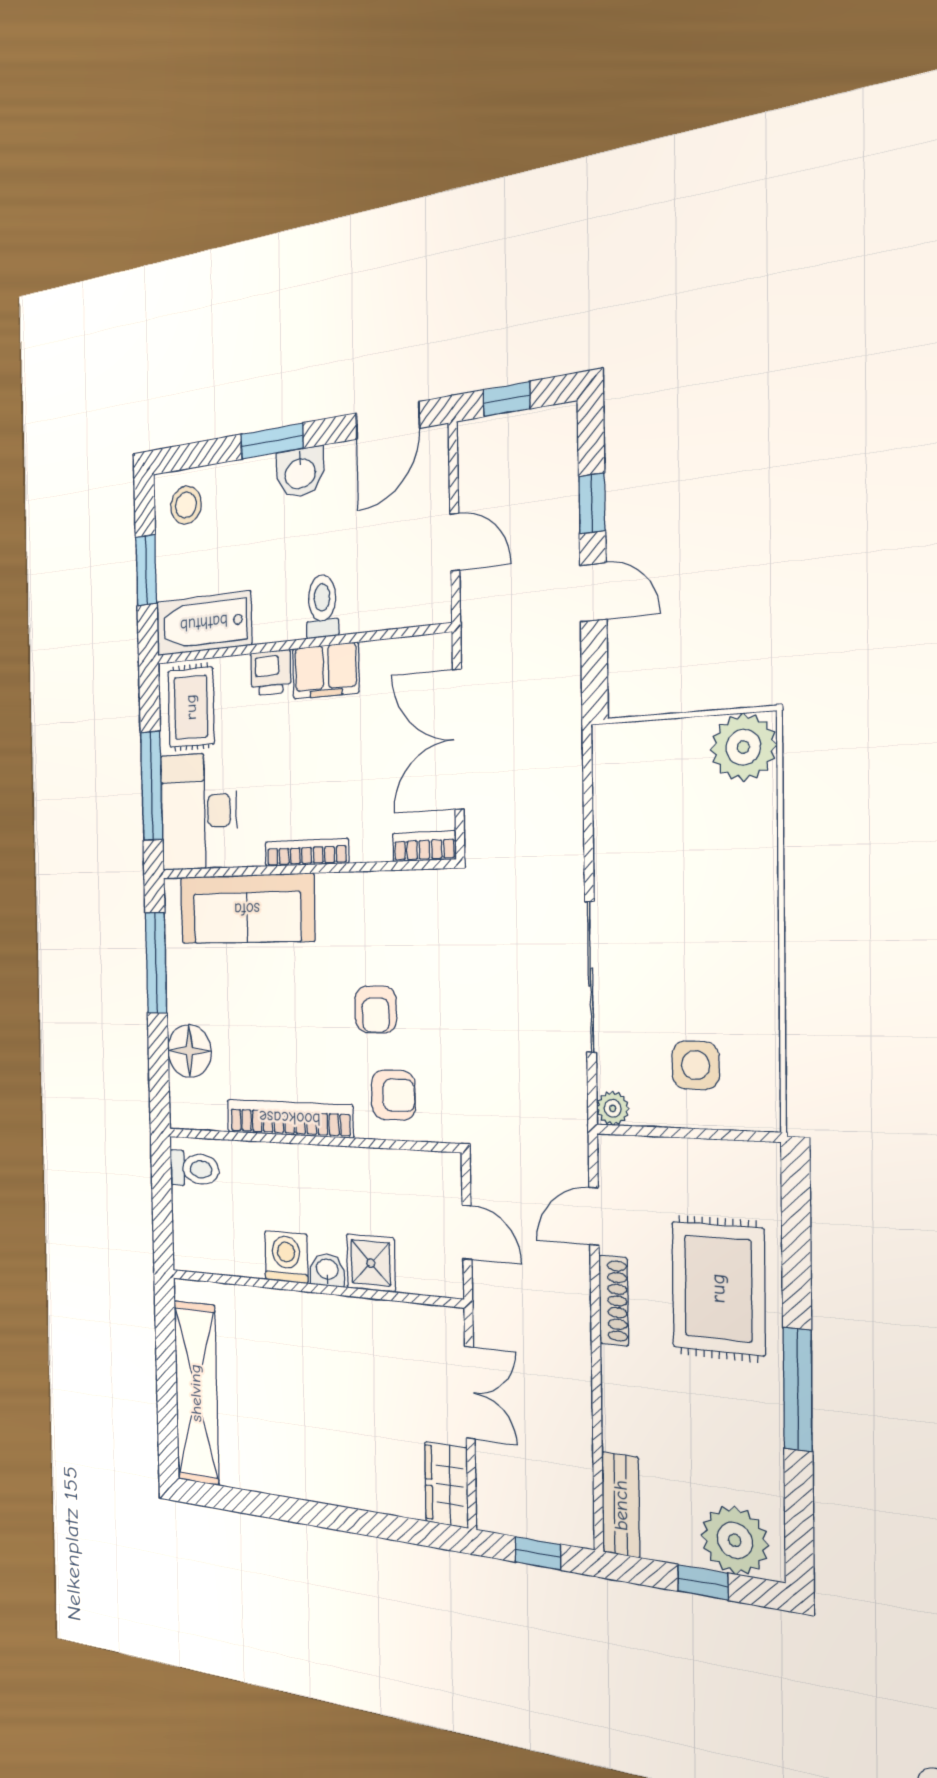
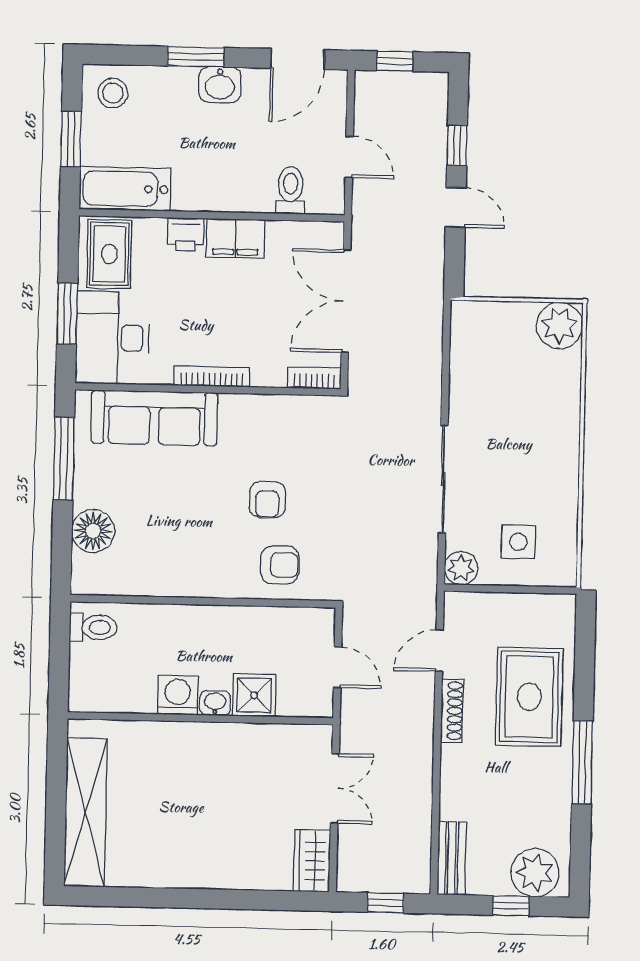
toilet: (322, 606) -> (291, 190), moved
window: (152, 786) -> (67, 314), width x0.69
plant: (613, 1108) -> (461, 568), width x1.38, depth x1.38
bookcase: (290, 1118) -> (186, 585), removed

